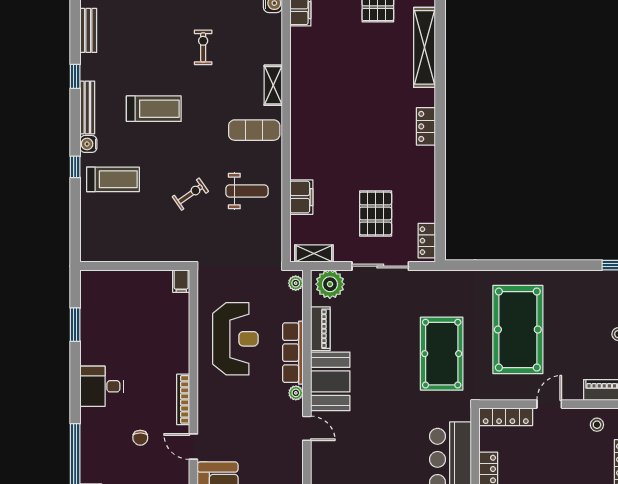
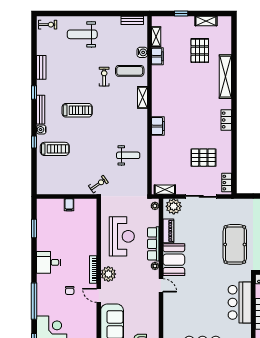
exercise mat: (254, 130) -> (130, 71), moved
exercise bike: (190, 194) -> (98, 184), moved
filing cabinet: (301, 197) -> (158, 126), moved
pallet: (376, 213) -> (203, 158), moved, turned 90
filing cabinet: (181, 281) -> (69, 205), moved
plant: (211, 408) -> (108, 274), added

